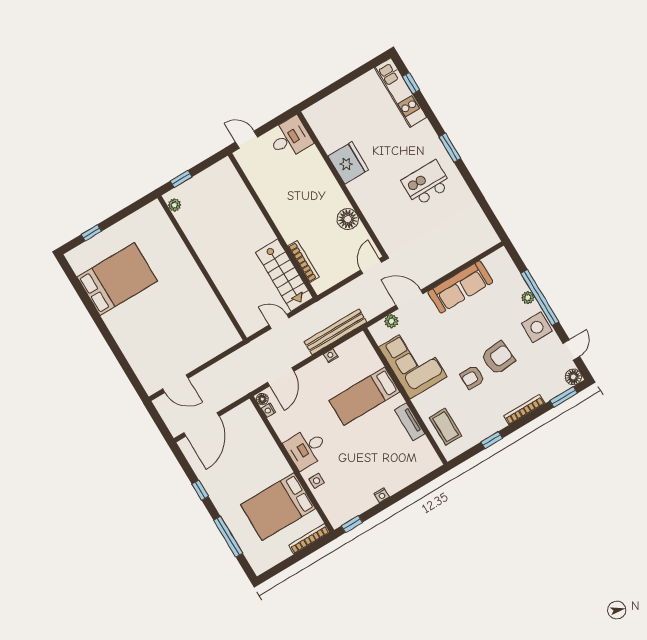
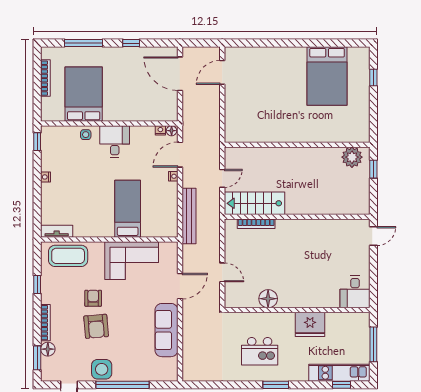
window: (353, 76) -> (373, 344), added
desk: (290, 138) -> (355, 292), moved
fridge: (348, 163) -> (310, 324), moved
kitchen island: (426, 183) -> (260, 351), turned 90
wall: (342, 184) -> (297, 310), moved
plant: (174, 205) -> (352, 157), width x1.87, depth x1.87
floor lamp: (348, 219) -> (268, 299), moved
plant: (528, 298) -> (128, 376), removed
plant: (391, 321) -> (172, 263), removed
nightstand: (331, 356) -> (173, 176), moved
door: (281, 377) -> (180, 155), hinge flipped
floor lamp: (573, 377) -> (48, 349), moved
tv unit: (410, 422) -> (57, 231), moved
coffee table: (446, 427) -> (68, 256), width x1.36, depth x1.32
bookcase: (309, 539) -> (45, 78), moved

